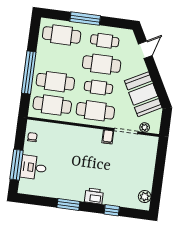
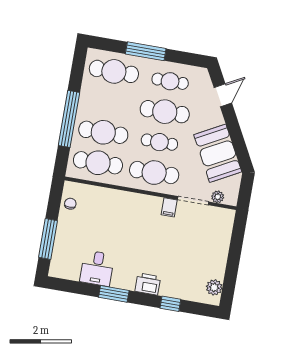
desk: (33, 167) -> (97, 268), moved, turned -90

